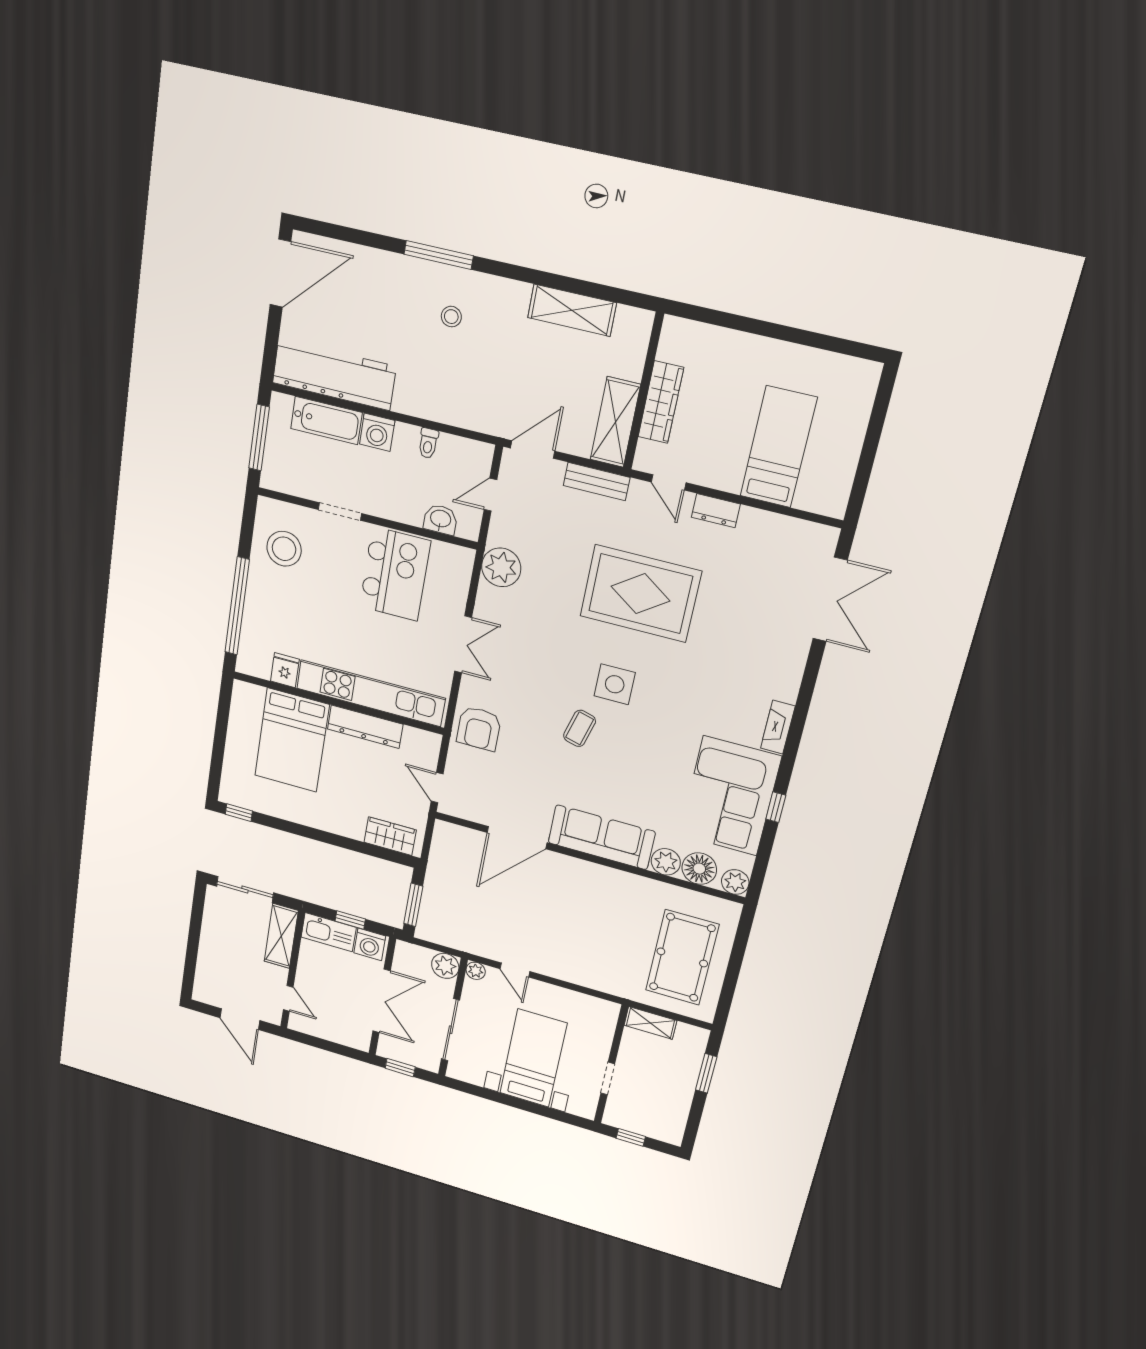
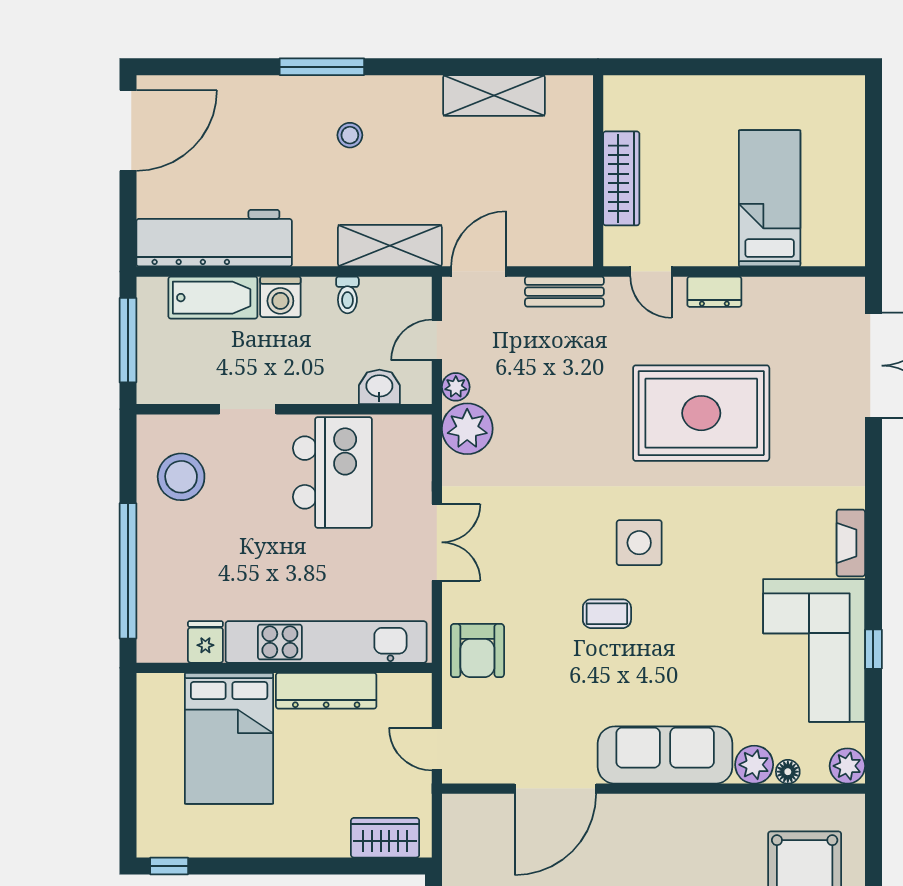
shelving: (615, 422) -> (390, 246), moved, turned 90
plant: (498, 534) -> (456, 387), added
rug: (640, 594) -> (701, 413), moved
coffee table: (580, 728) -> (607, 614), turned 75
floor lamp: (699, 869) -> (788, 772), width x0.53, depth x0.53

